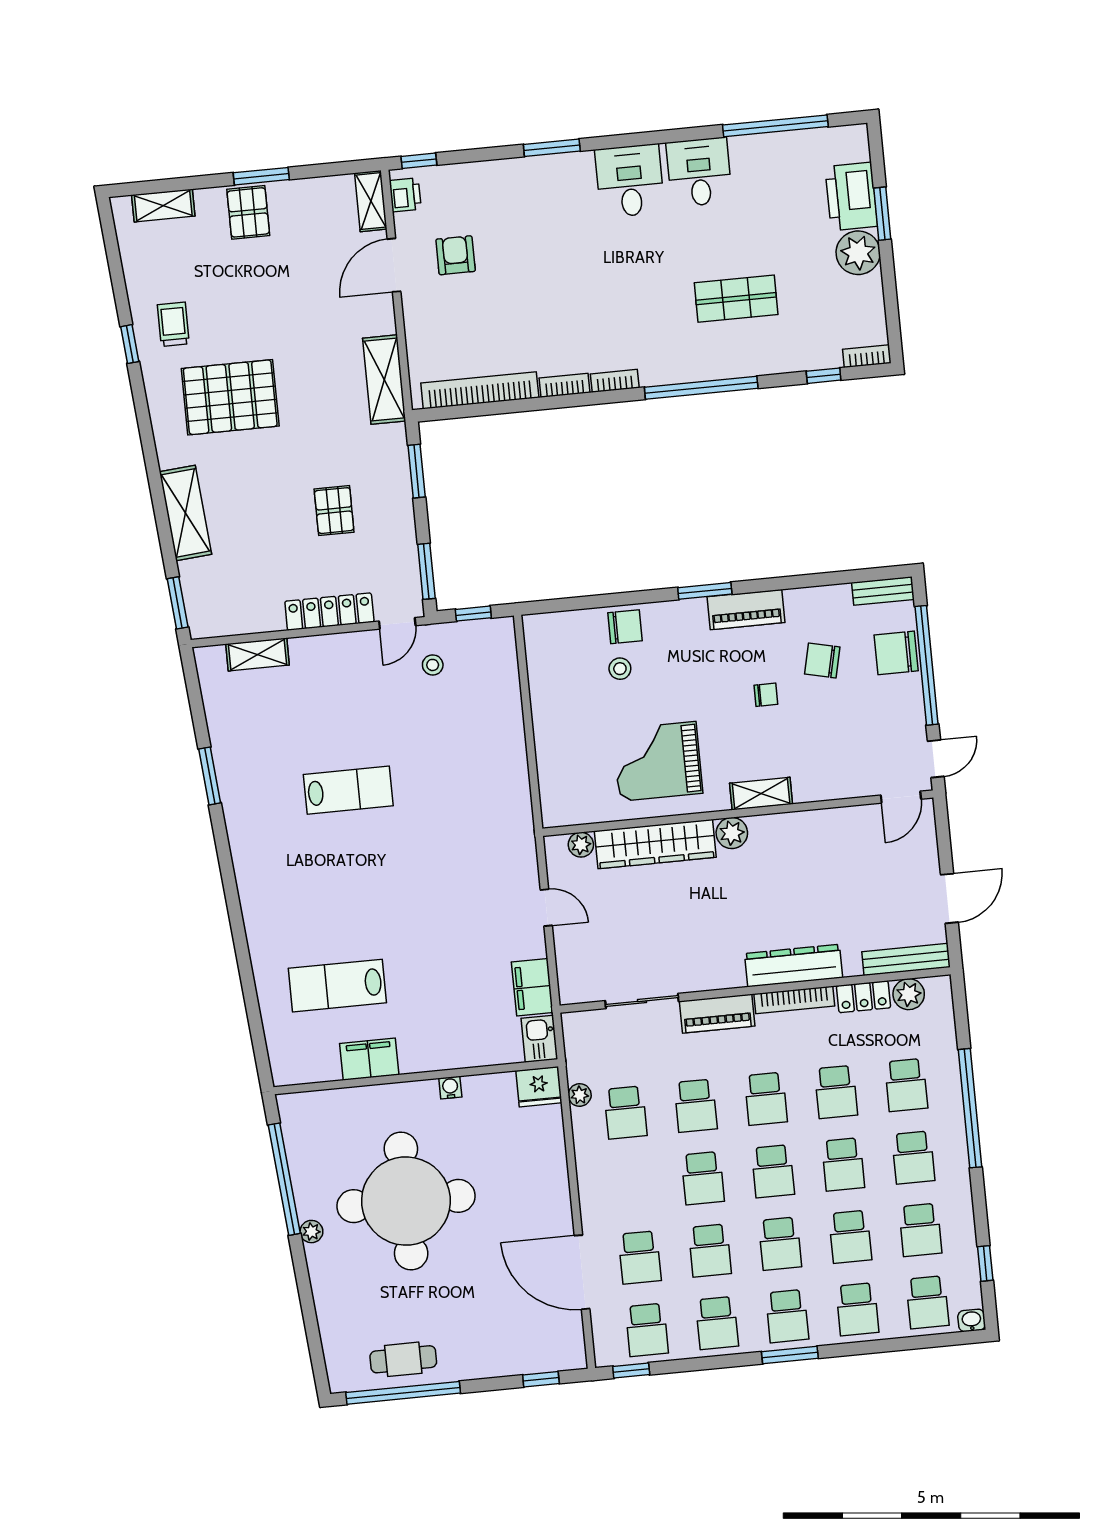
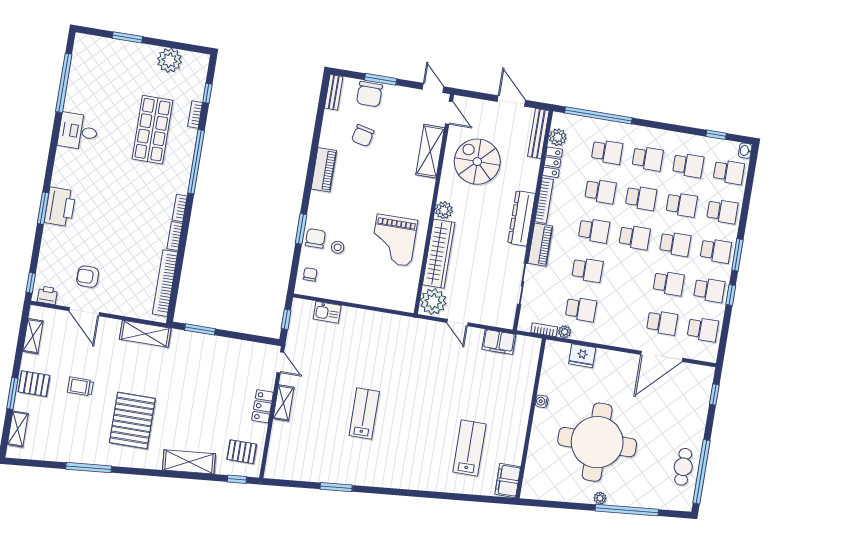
window: (261, 176) -> (12, 393), moved
desk: (630, 181) -> (73, 171), removed
printer: (851, 196) -> (60, 207), moved, turned -90
shelving: (371, 201) -> (33, 336), moved, turned 90
plant: (858, 253) -> (170, 60), moved
shop shelf: (736, 299) -> (152, 130), width x1.43, depth x1.36
trolley: (173, 324) -> (80, 386), moved
window: (130, 344) -> (89, 468), width x2.17
bookcase: (867, 356) -> (195, 114), moved
pallet: (334, 511) -> (242, 452), moved
window: (426, 571) -> (256, 339), removed
window: (705, 591) -> (301, 229), moved
window: (178, 603) -> (237, 479), width x0.67
locker: (329, 612) -> (262, 406), width x0.66
shelving: (257, 654) -> (283, 403), moved
stool: (433, 665) -> (308, 349), removed
window: (927, 665) -> (381, 79), width x0.47
chair: (766, 695) -> (310, 274), moved
shelving: (761, 794) -> (430, 151), moved, width x1.50, depth x1.33
plant: (581, 845) -> (433, 301), width x1.87, depth x1.87
spiral stairs: (830, 868) -> (477, 162), added
door: (546, 908) -> (457, 323), swing flipped
dresser: (794, 966) -> (522, 218), moved
lab bench: (337, 986) -> (469, 448), turned 180
kitchen sink: (539, 1039) -> (327, 312), moved
filing cabinet: (369, 1059) -> (508, 481), moved
bookcase: (574, 1059) -> (544, 330), added
fridge: (539, 1087) -> (582, 356), moved, turned 90
window: (970, 1108) -> (598, 115), moved
school desk: (703, 1178) -> (628, 277), removed
window: (284, 1179) -> (627, 510), moved
window: (631, 1370) -> (731, 295), moved

